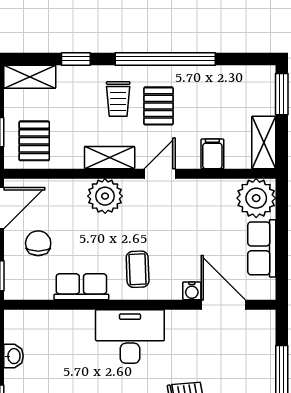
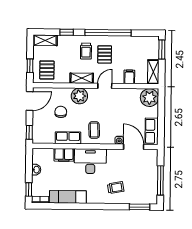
chair: (38, 243) -> (61, 112), moved
row of seats: (262, 248) -> (152, 131), moved
filing cabinet: (73, 324) -> (64, 155), added

